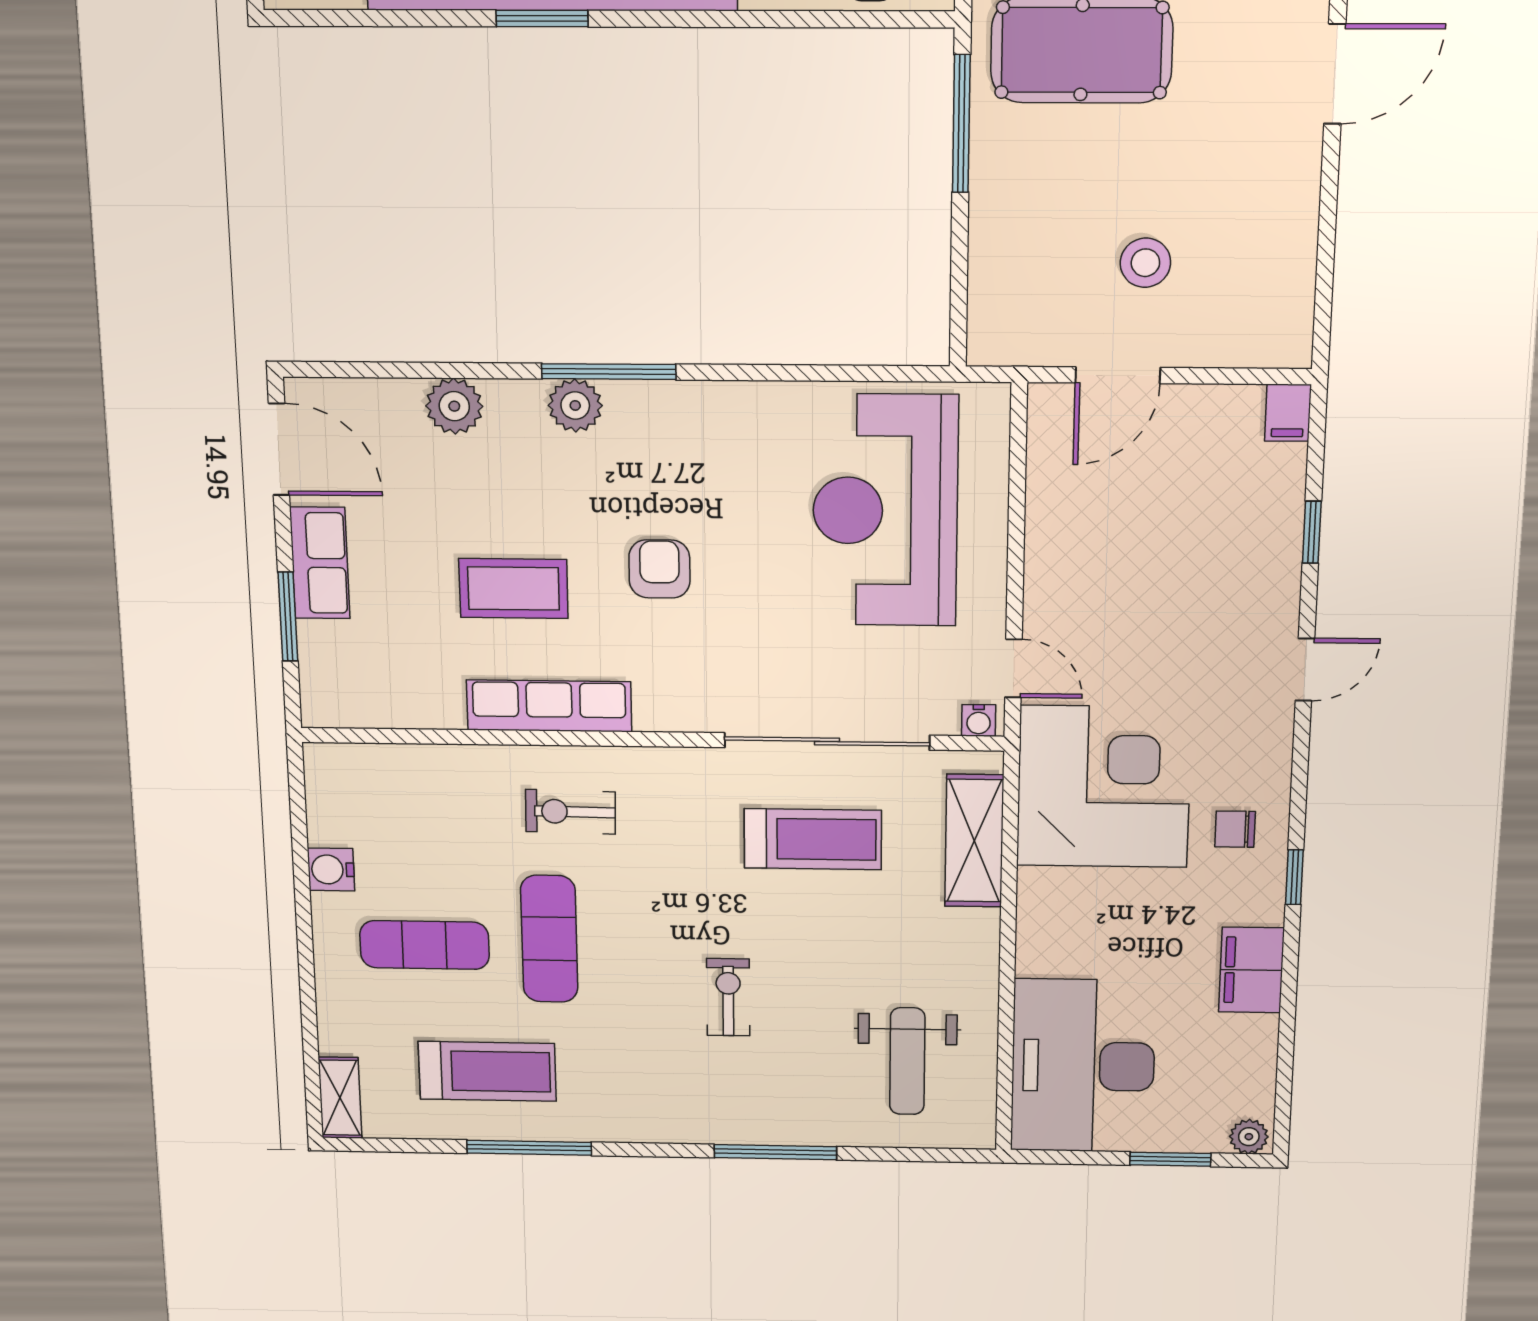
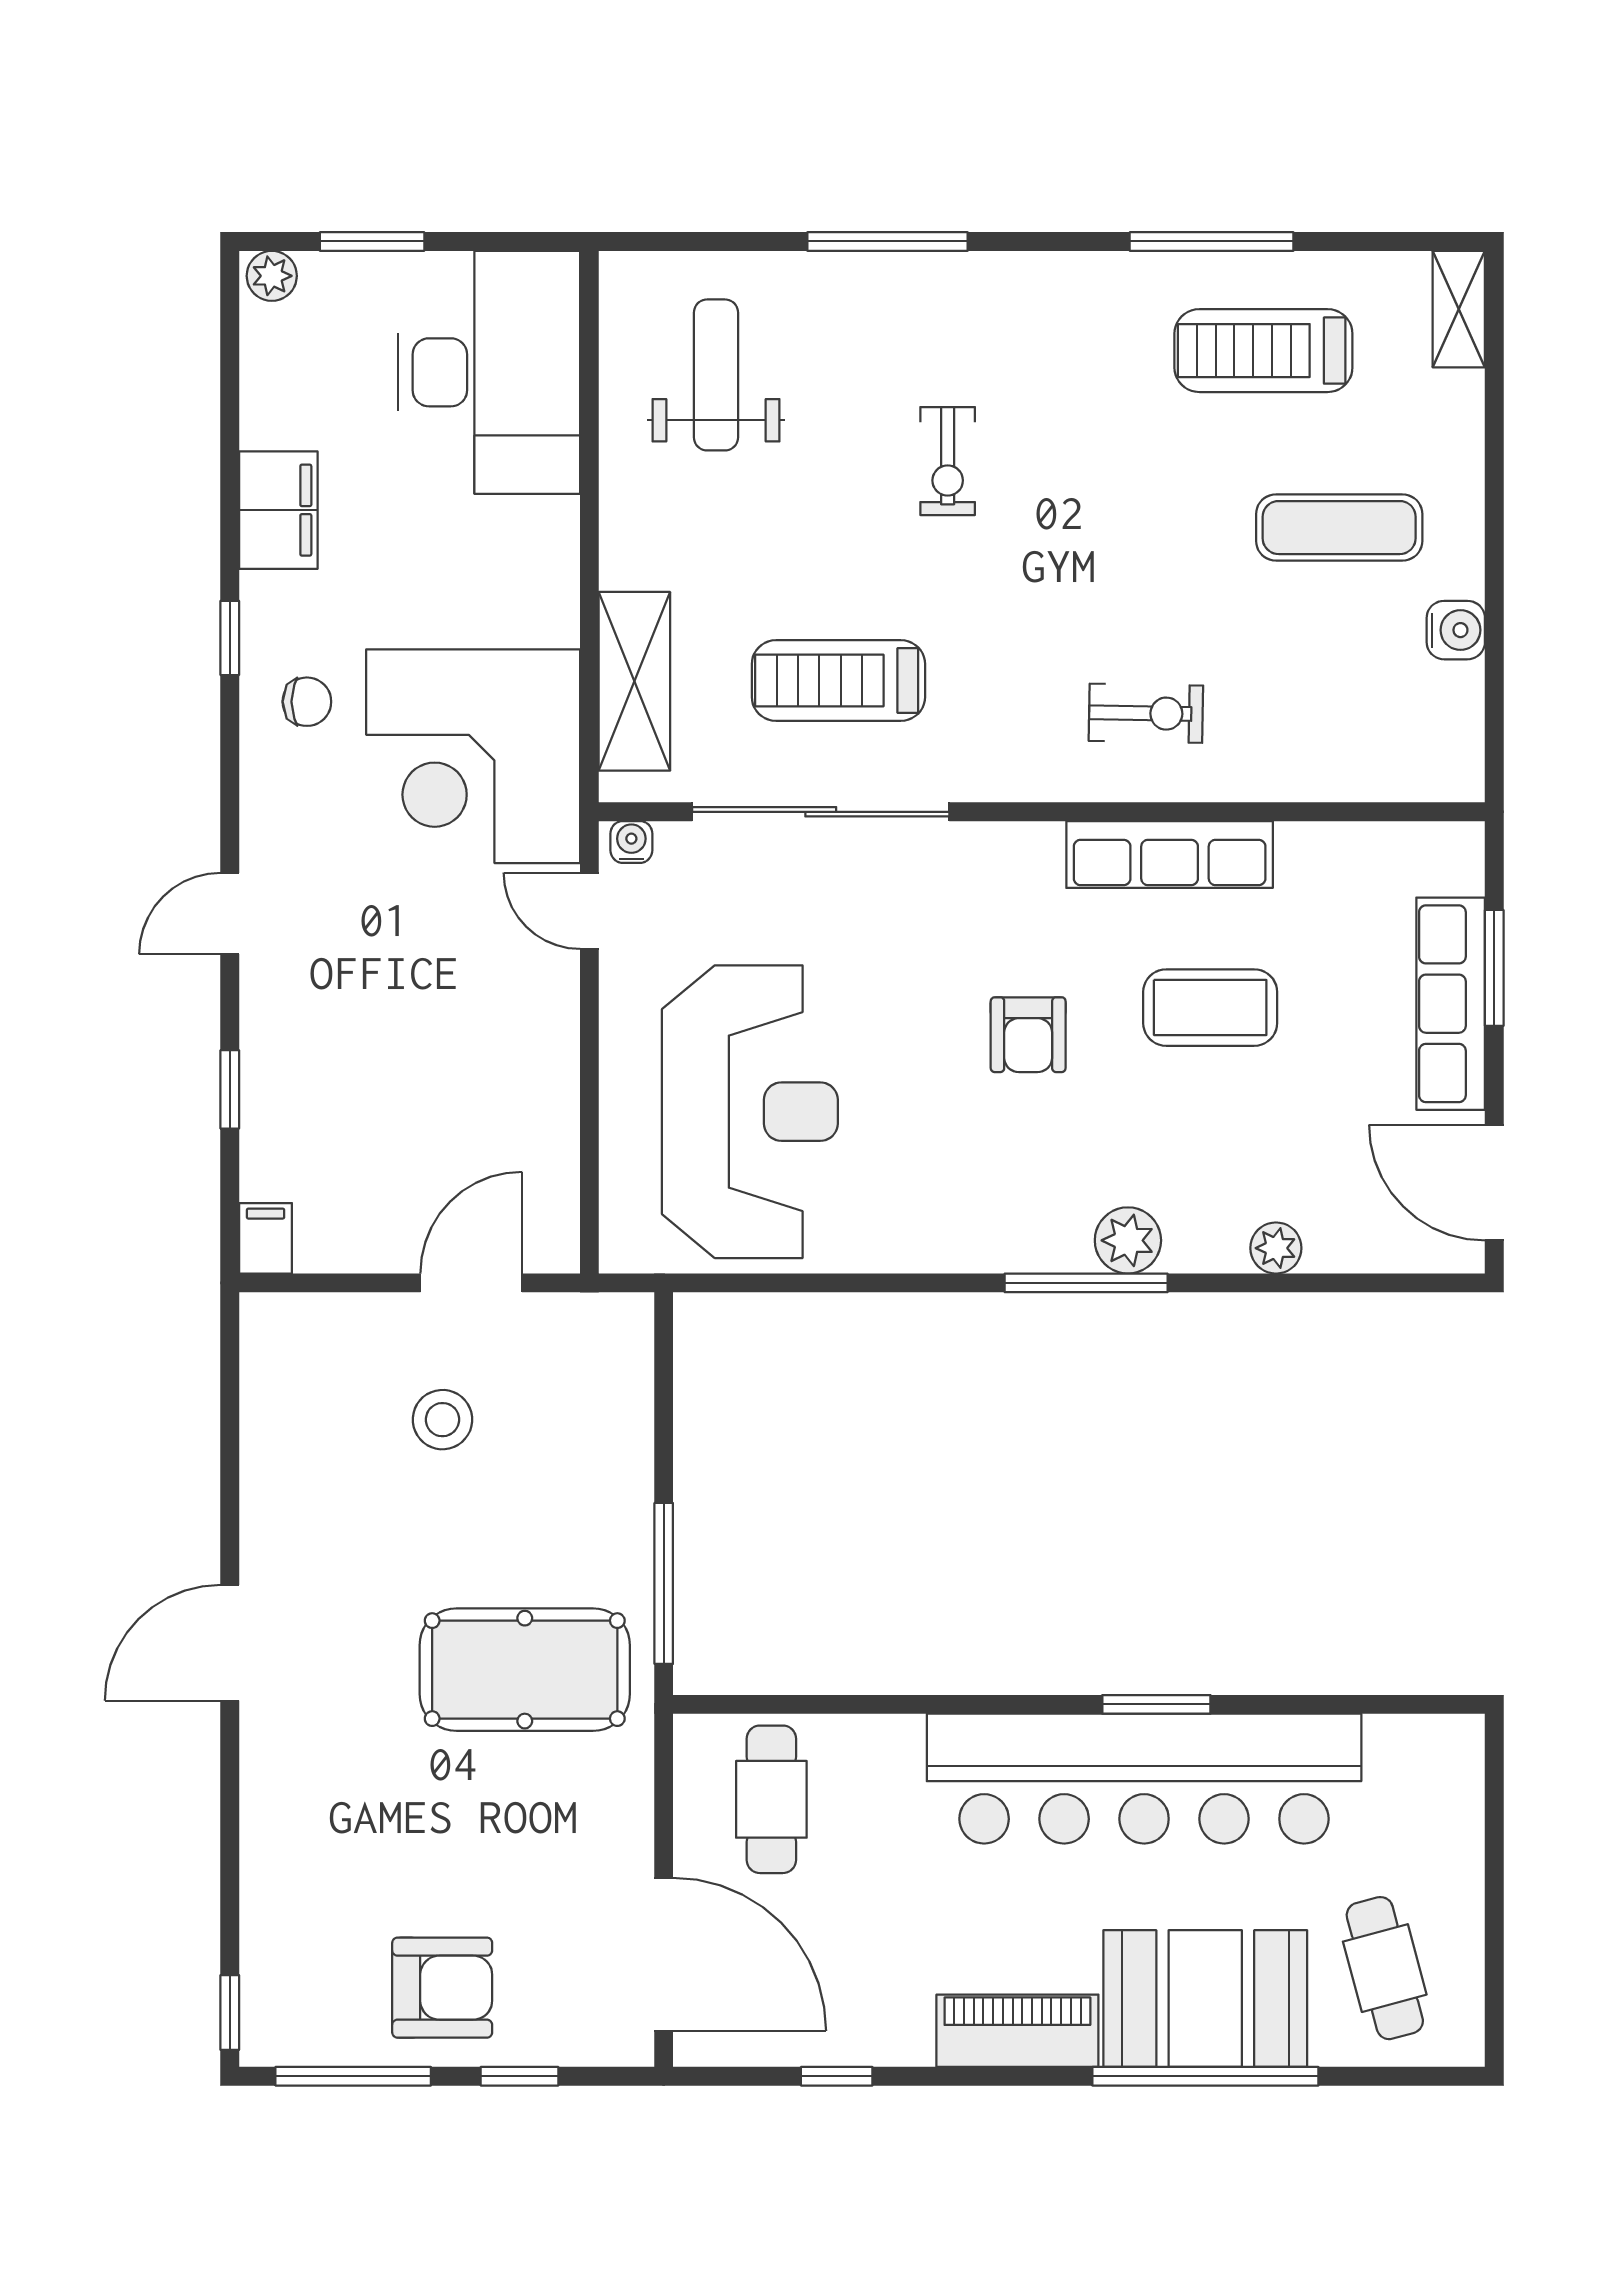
plant: (454, 406) -> (1276, 1248), width x0.73, depth x0.73
row of seats: (320, 563) -> (1451, 1004), width x1.48
exercise mat: (549, 939) -> (1177, 539), removed

